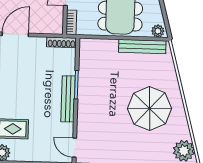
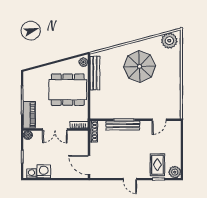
bench: (68, 99) -> (123, 126), moved
door: (74, 148) -> (159, 120), moved

